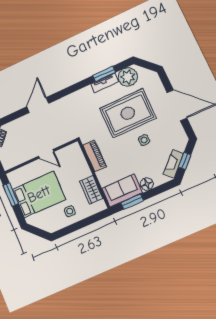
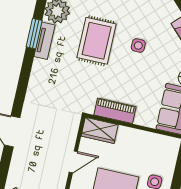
rug: (128, 113) -> (97, 41), width x0.73, depth x0.69
wardrobe: (91, 190) -> (100, 130), moved

